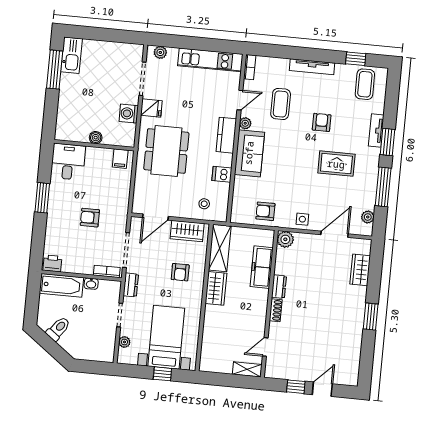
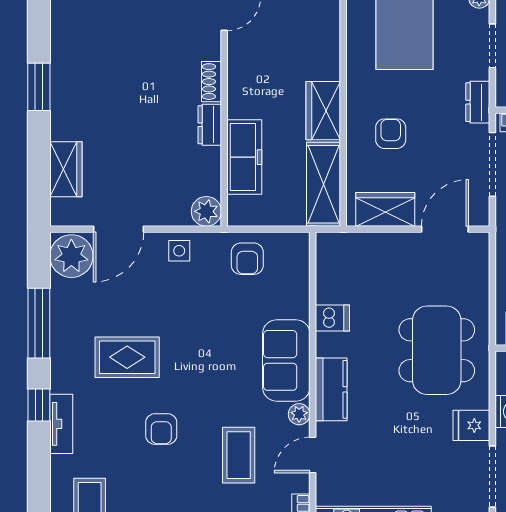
window: (387, 142) -> (39, 405), width x0.67
stool: (204, 204) -> (359, 262), removed
armchair: (265, 211) -> (247, 259), turned 90
plant: (368, 217) -> (71, 256), width x1.88, depth x1.88

